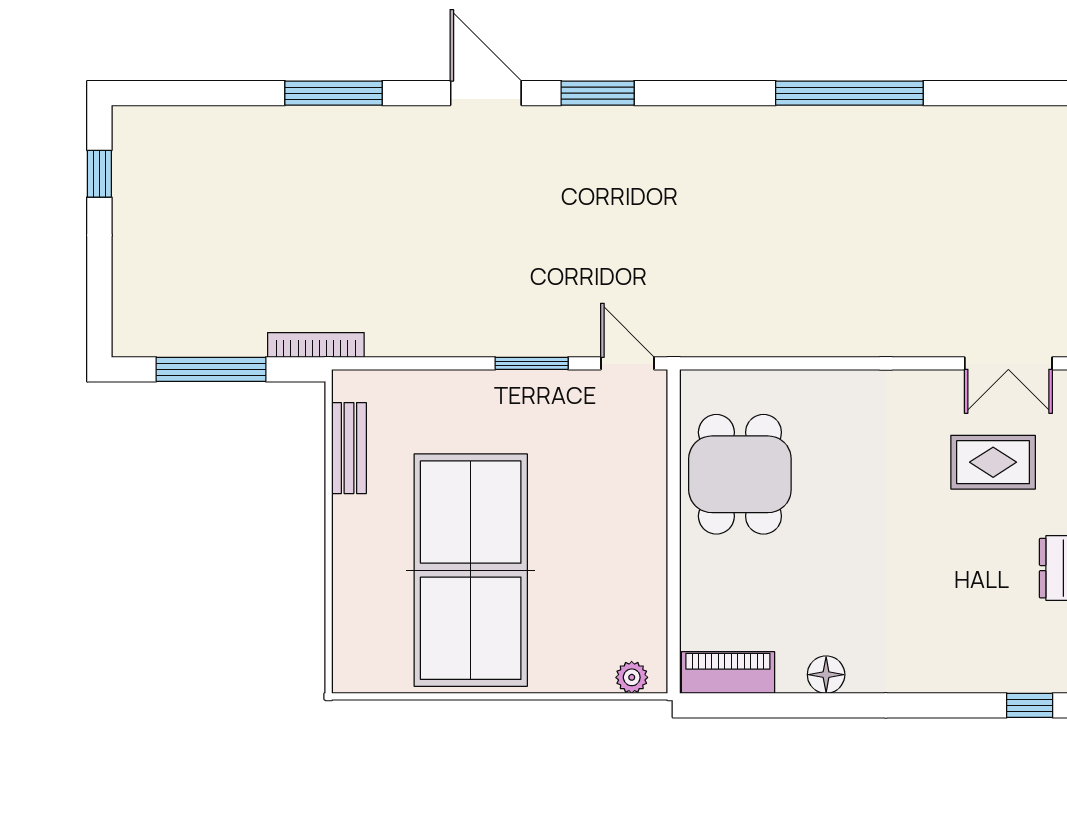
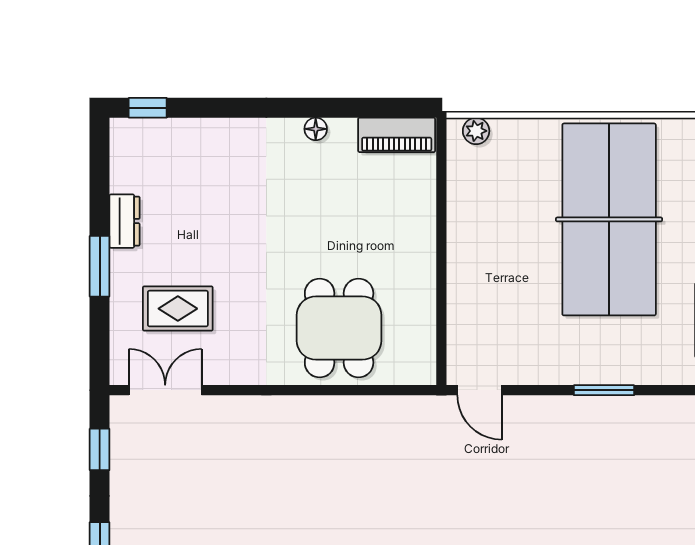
window: (532, 363) -> (604, 390), moved
dining table: (740, 474) -> (339, 328), moved
floor lamp: (826, 675) -> (316, 129), width x0.73, depth x0.73

